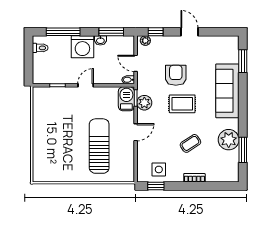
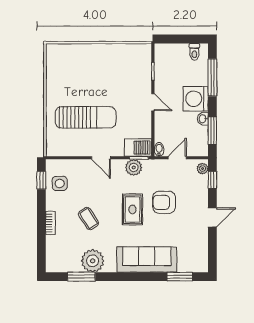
armchair: (176, 75) -> (164, 202), turned 180

